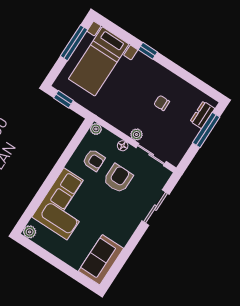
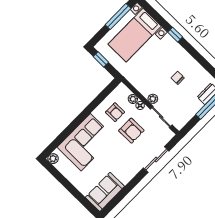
plant: (96, 129) -> (133, 99), moved
armchair: (118, 178) -> (131, 131), turned 90

